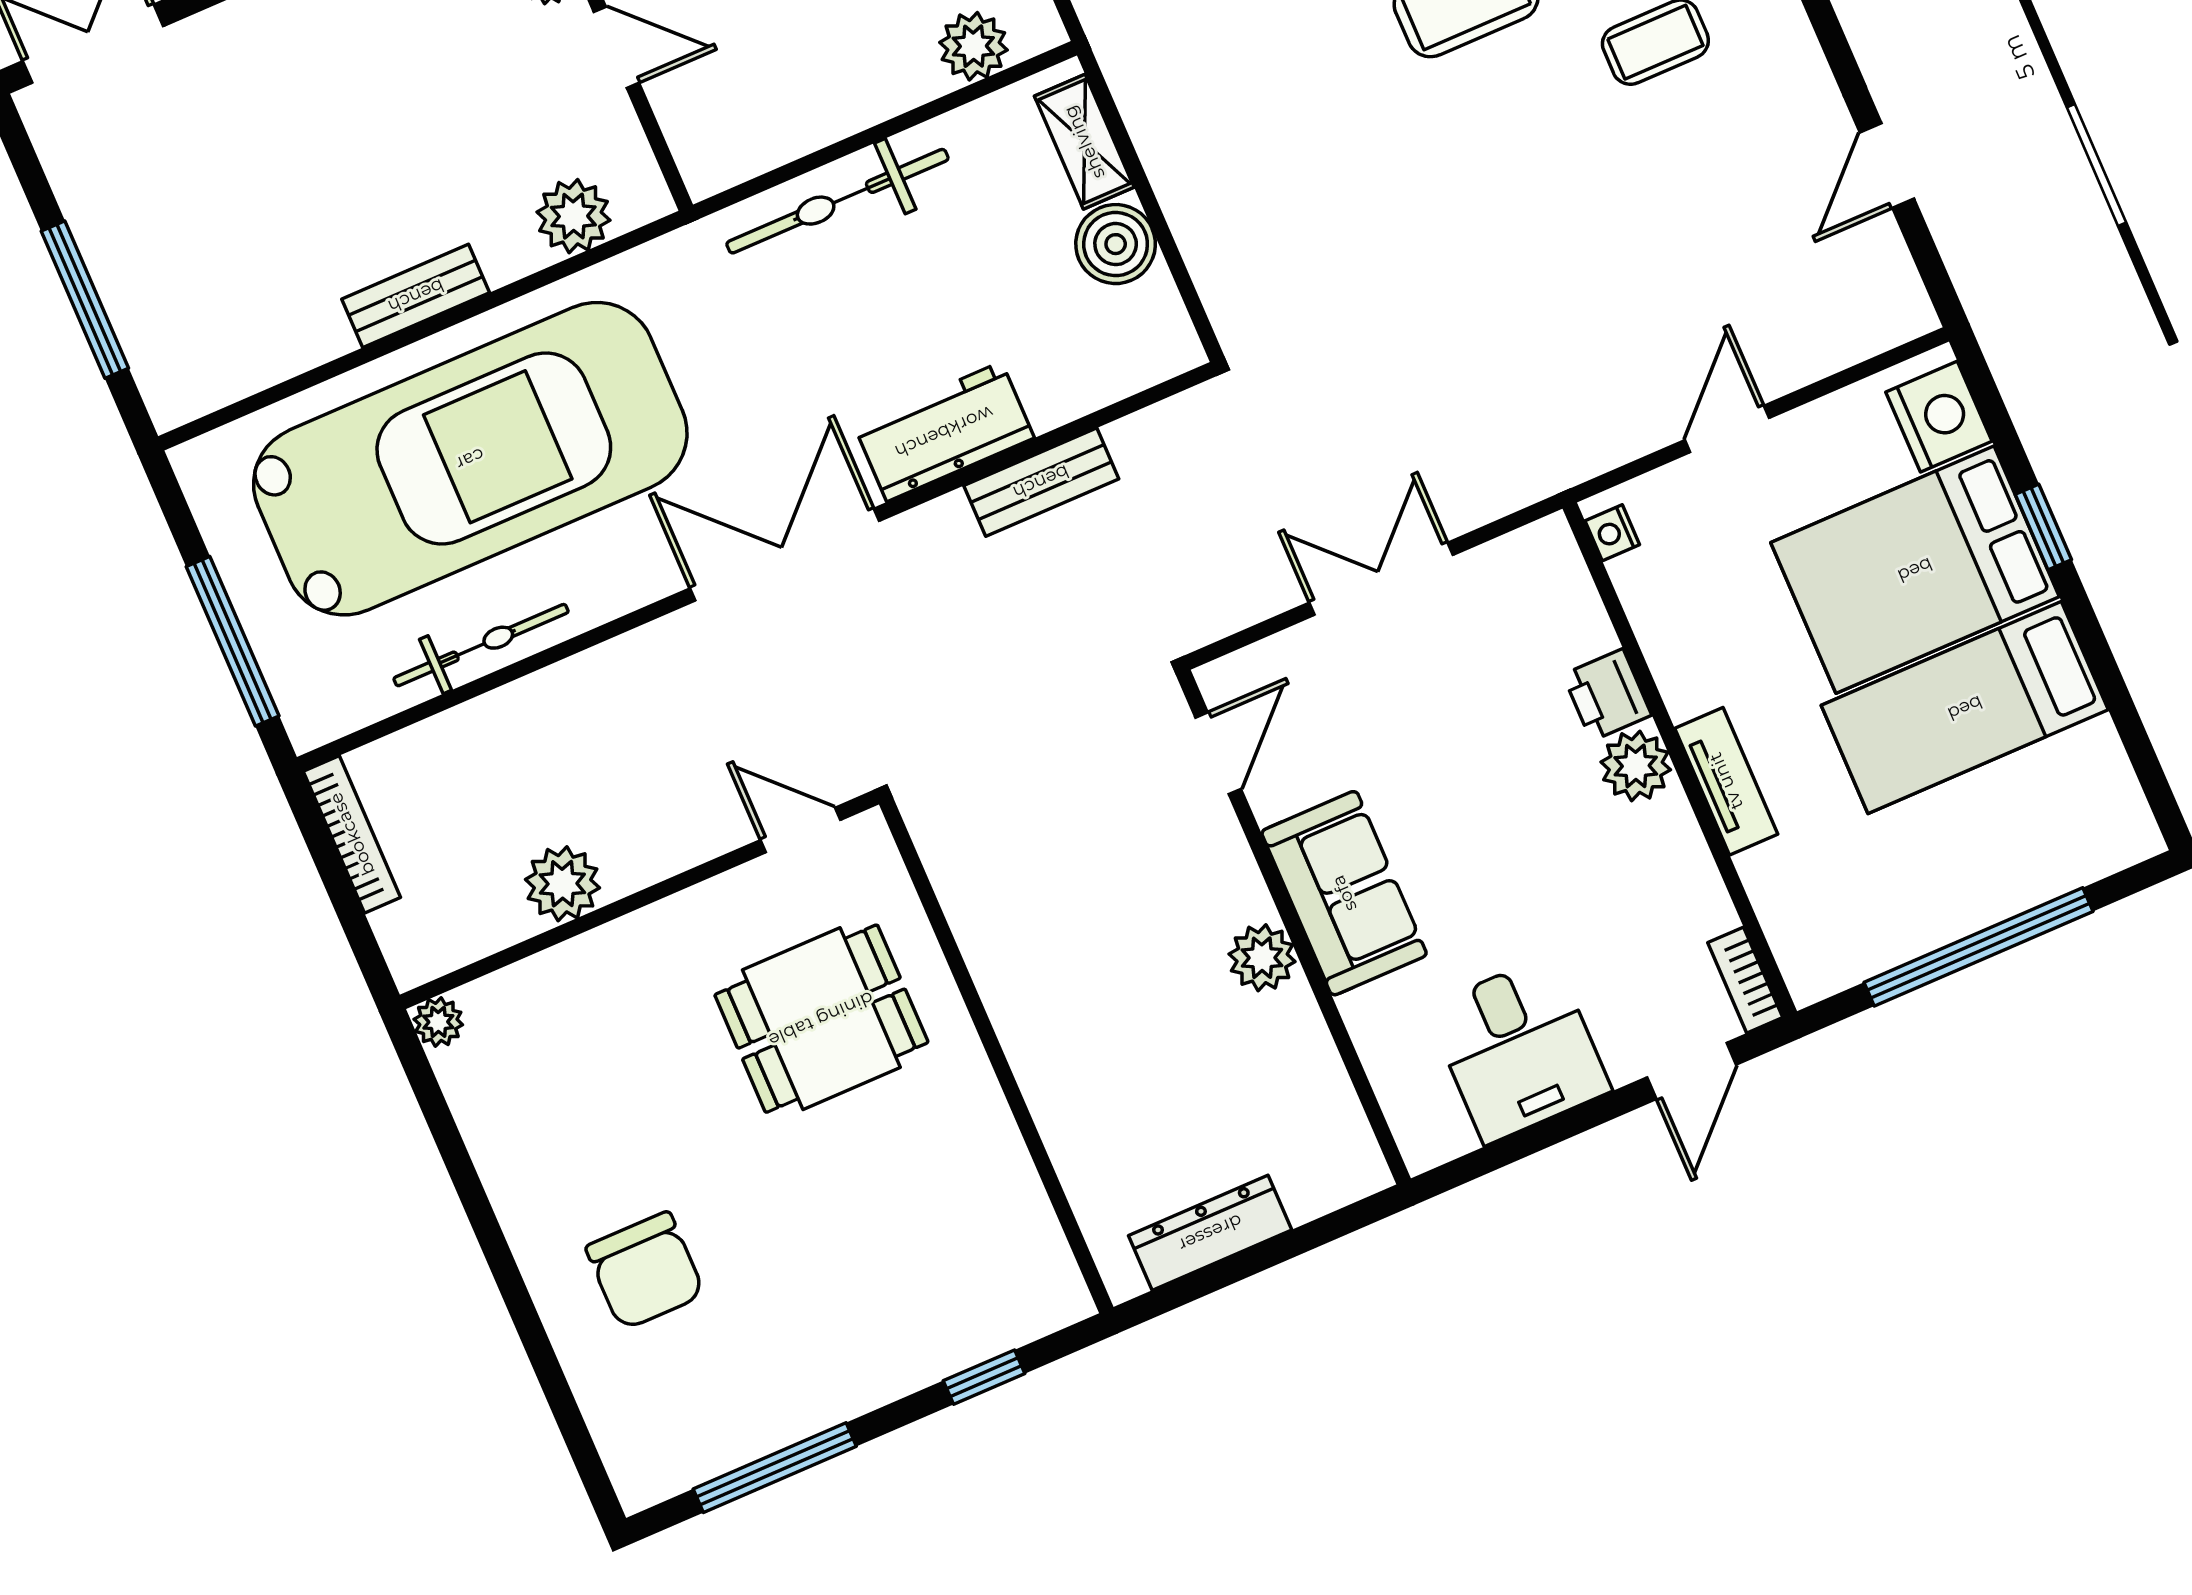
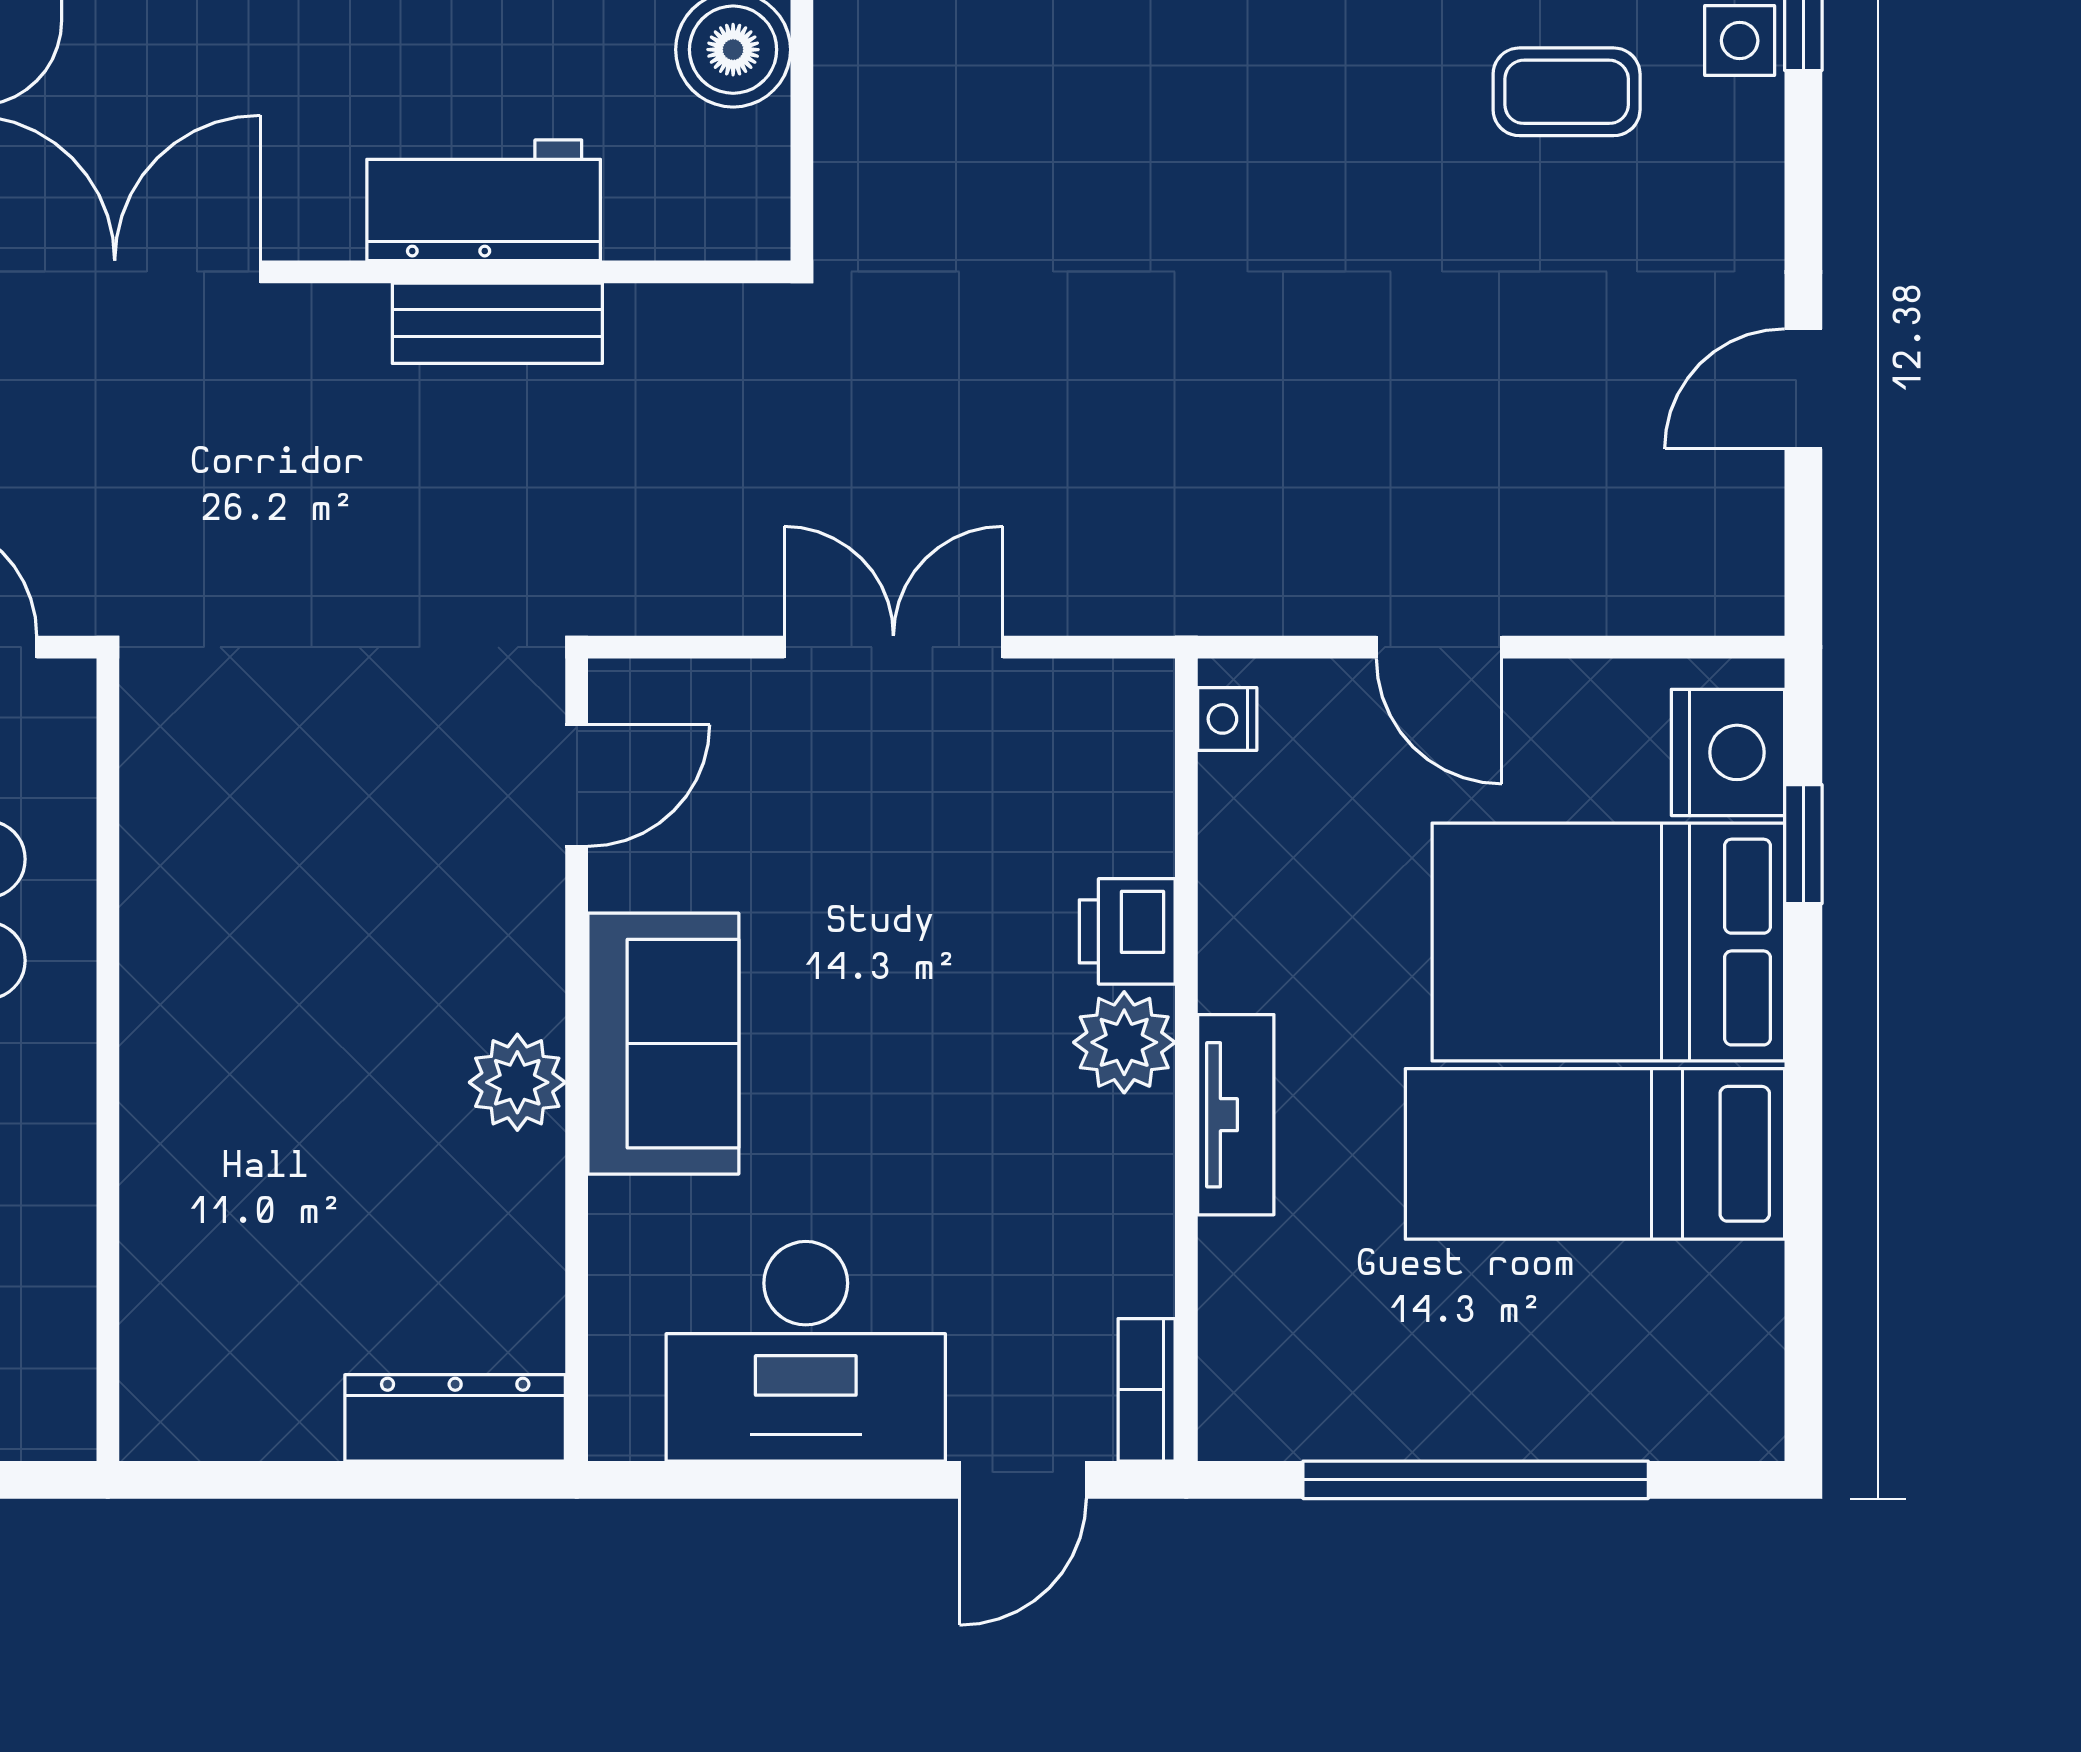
door: (1727, 429) -> (1439, 647), swing flipped
workbench: (944, 432) -> (484, 200), moved
window: (2043, 527) -> (1803, 844), moved
desk: (1519, 1049) -> (806, 1351), width x1.37
dresser: (1210, 1233) -> (455, 1418), moved

